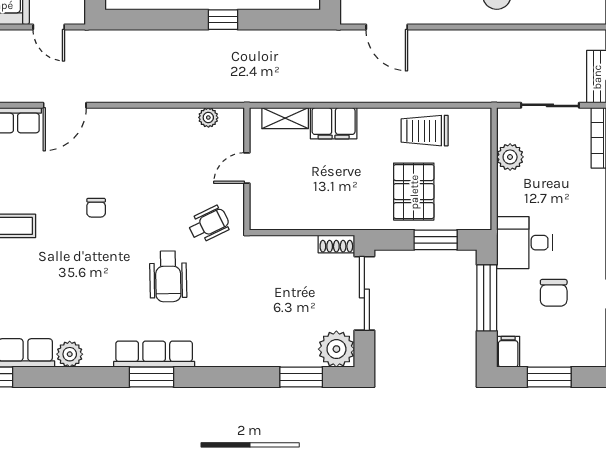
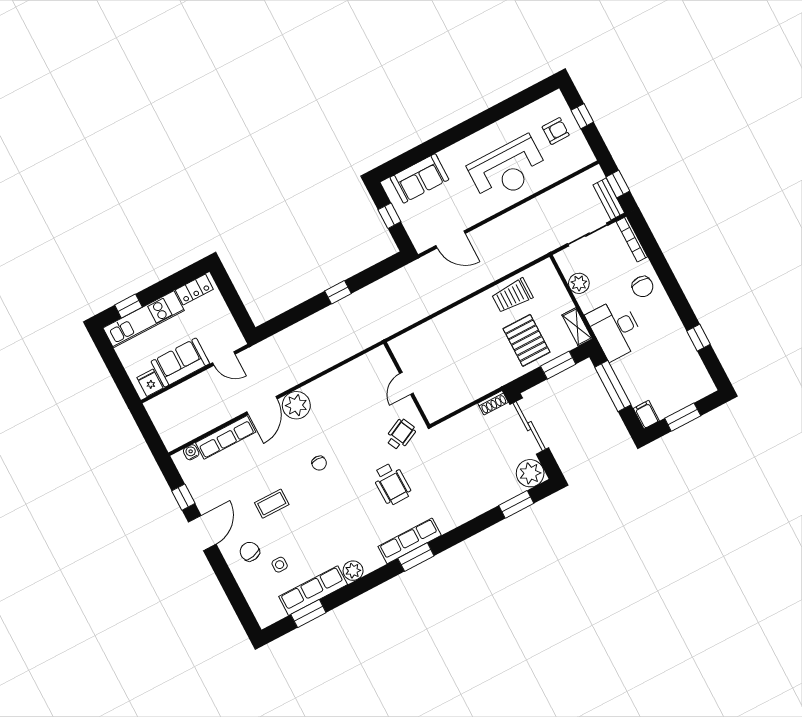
plant: (208, 118) -> (296, 405), moved, width x1.87, depth x1.87
shelving: (285, 118) -> (577, 327), moved, turned 90
filing cabinet: (334, 123) -> (449, 323), removed
desk: (525, 243) -> (615, 329), width x1.37
chair: (554, 293) -> (643, 287), moved

